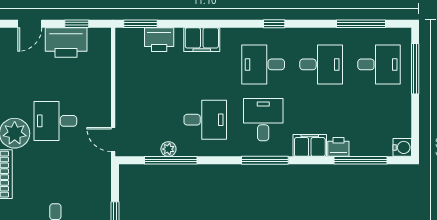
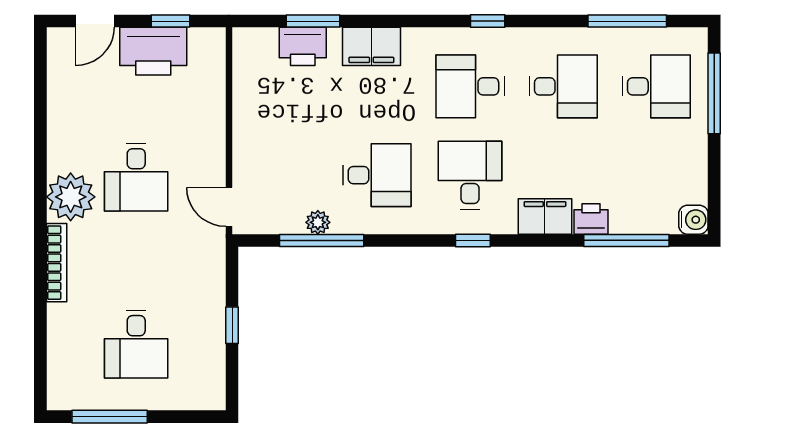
window: (140, 24) -> (313, 21), moved
desk: (55, 121) -> (136, 177), turned -90
window: (265, 160) -> (473, 240), width x0.46

